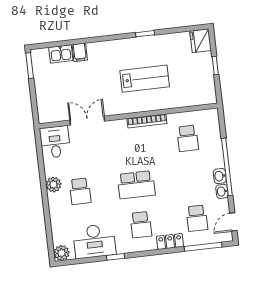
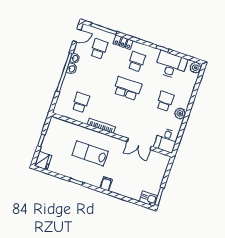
filing cabinet: (80, 52) -> (106, 184), moved
kitchen sink: (61, 54) -> (148, 199), moved

